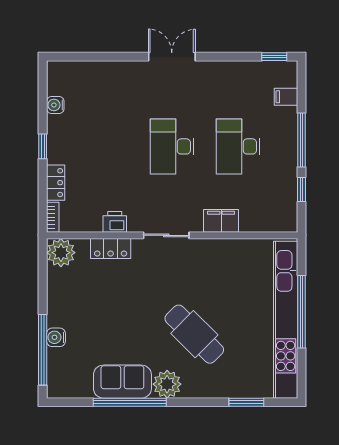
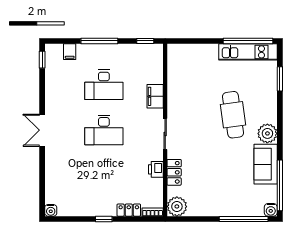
water cooler: (55, 105) -> (51, 210), moved
window: (301, 190) -> (145, 41), moved
window: (301, 312) -> (248, 41), moved
kitchen unit: (286, 320) -> (248, 52), width x0.54
cafe table: (194, 334) -> (233, 115), turned -53
water cooler: (56, 337) -> (271, 210), moved
window: (130, 402) -> (280, 185), moved

